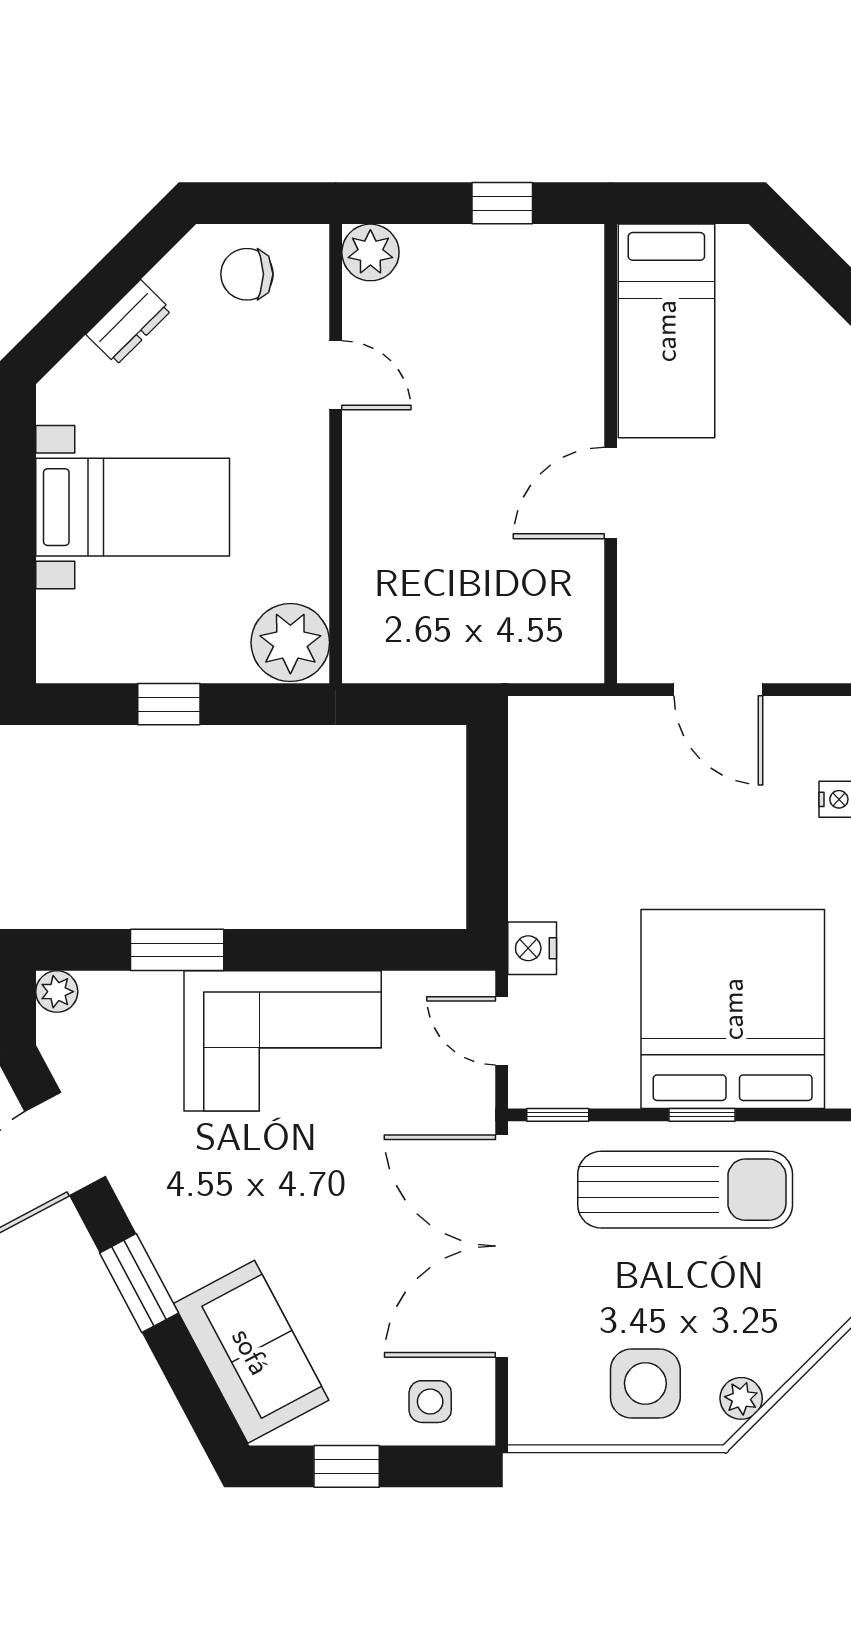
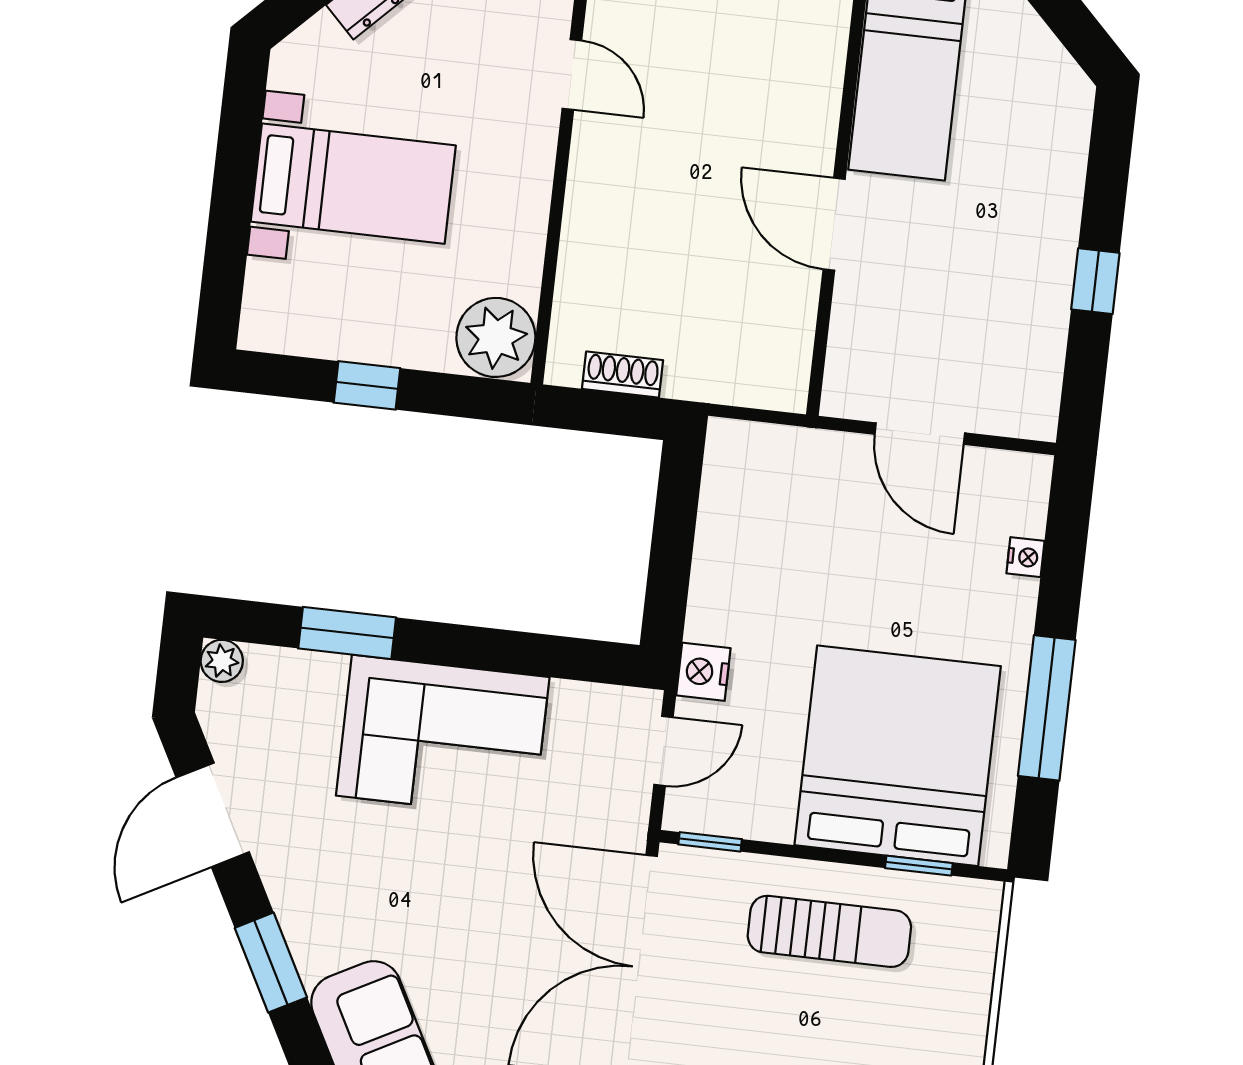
door: (611, 493) -> (834, 224), hinge flipped
shoe rack: (419, 665) -> (623, 375), added
door: (502, 1031) -> (663, 751), swing flipped
window: (702, 1115) -> (919, 866), moved
sun lounger: (685, 1190) -> (829, 931), width x0.73, depth x0.75

